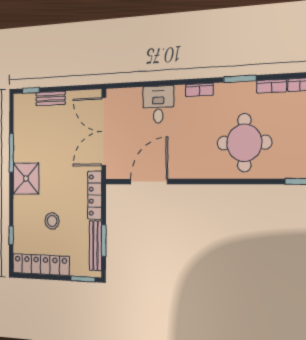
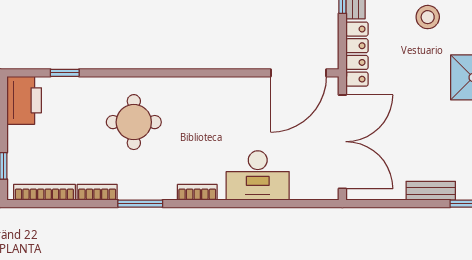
desk: (158, 105) -> (258, 175), width x1.37
round table: (244, 143) -> (134, 122), width x0.73, depth x0.73
door: (149, 182) -> (298, 73), moved

